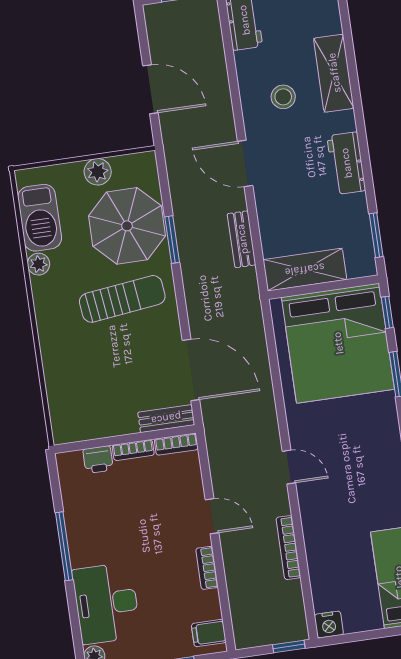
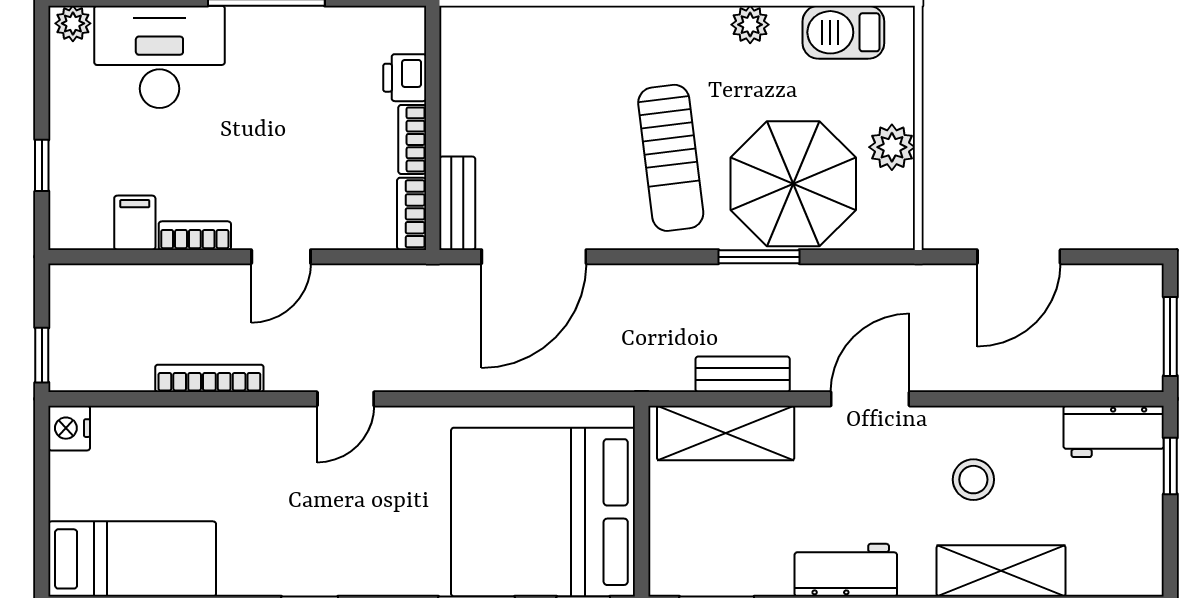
barbecue: (40, 218) -> (843, 32), width x0.73, depth x0.83
shelving: (305, 270) -> (726, 433), moved, turned 90
filing cabinet: (209, 633) -> (135, 223), moved

